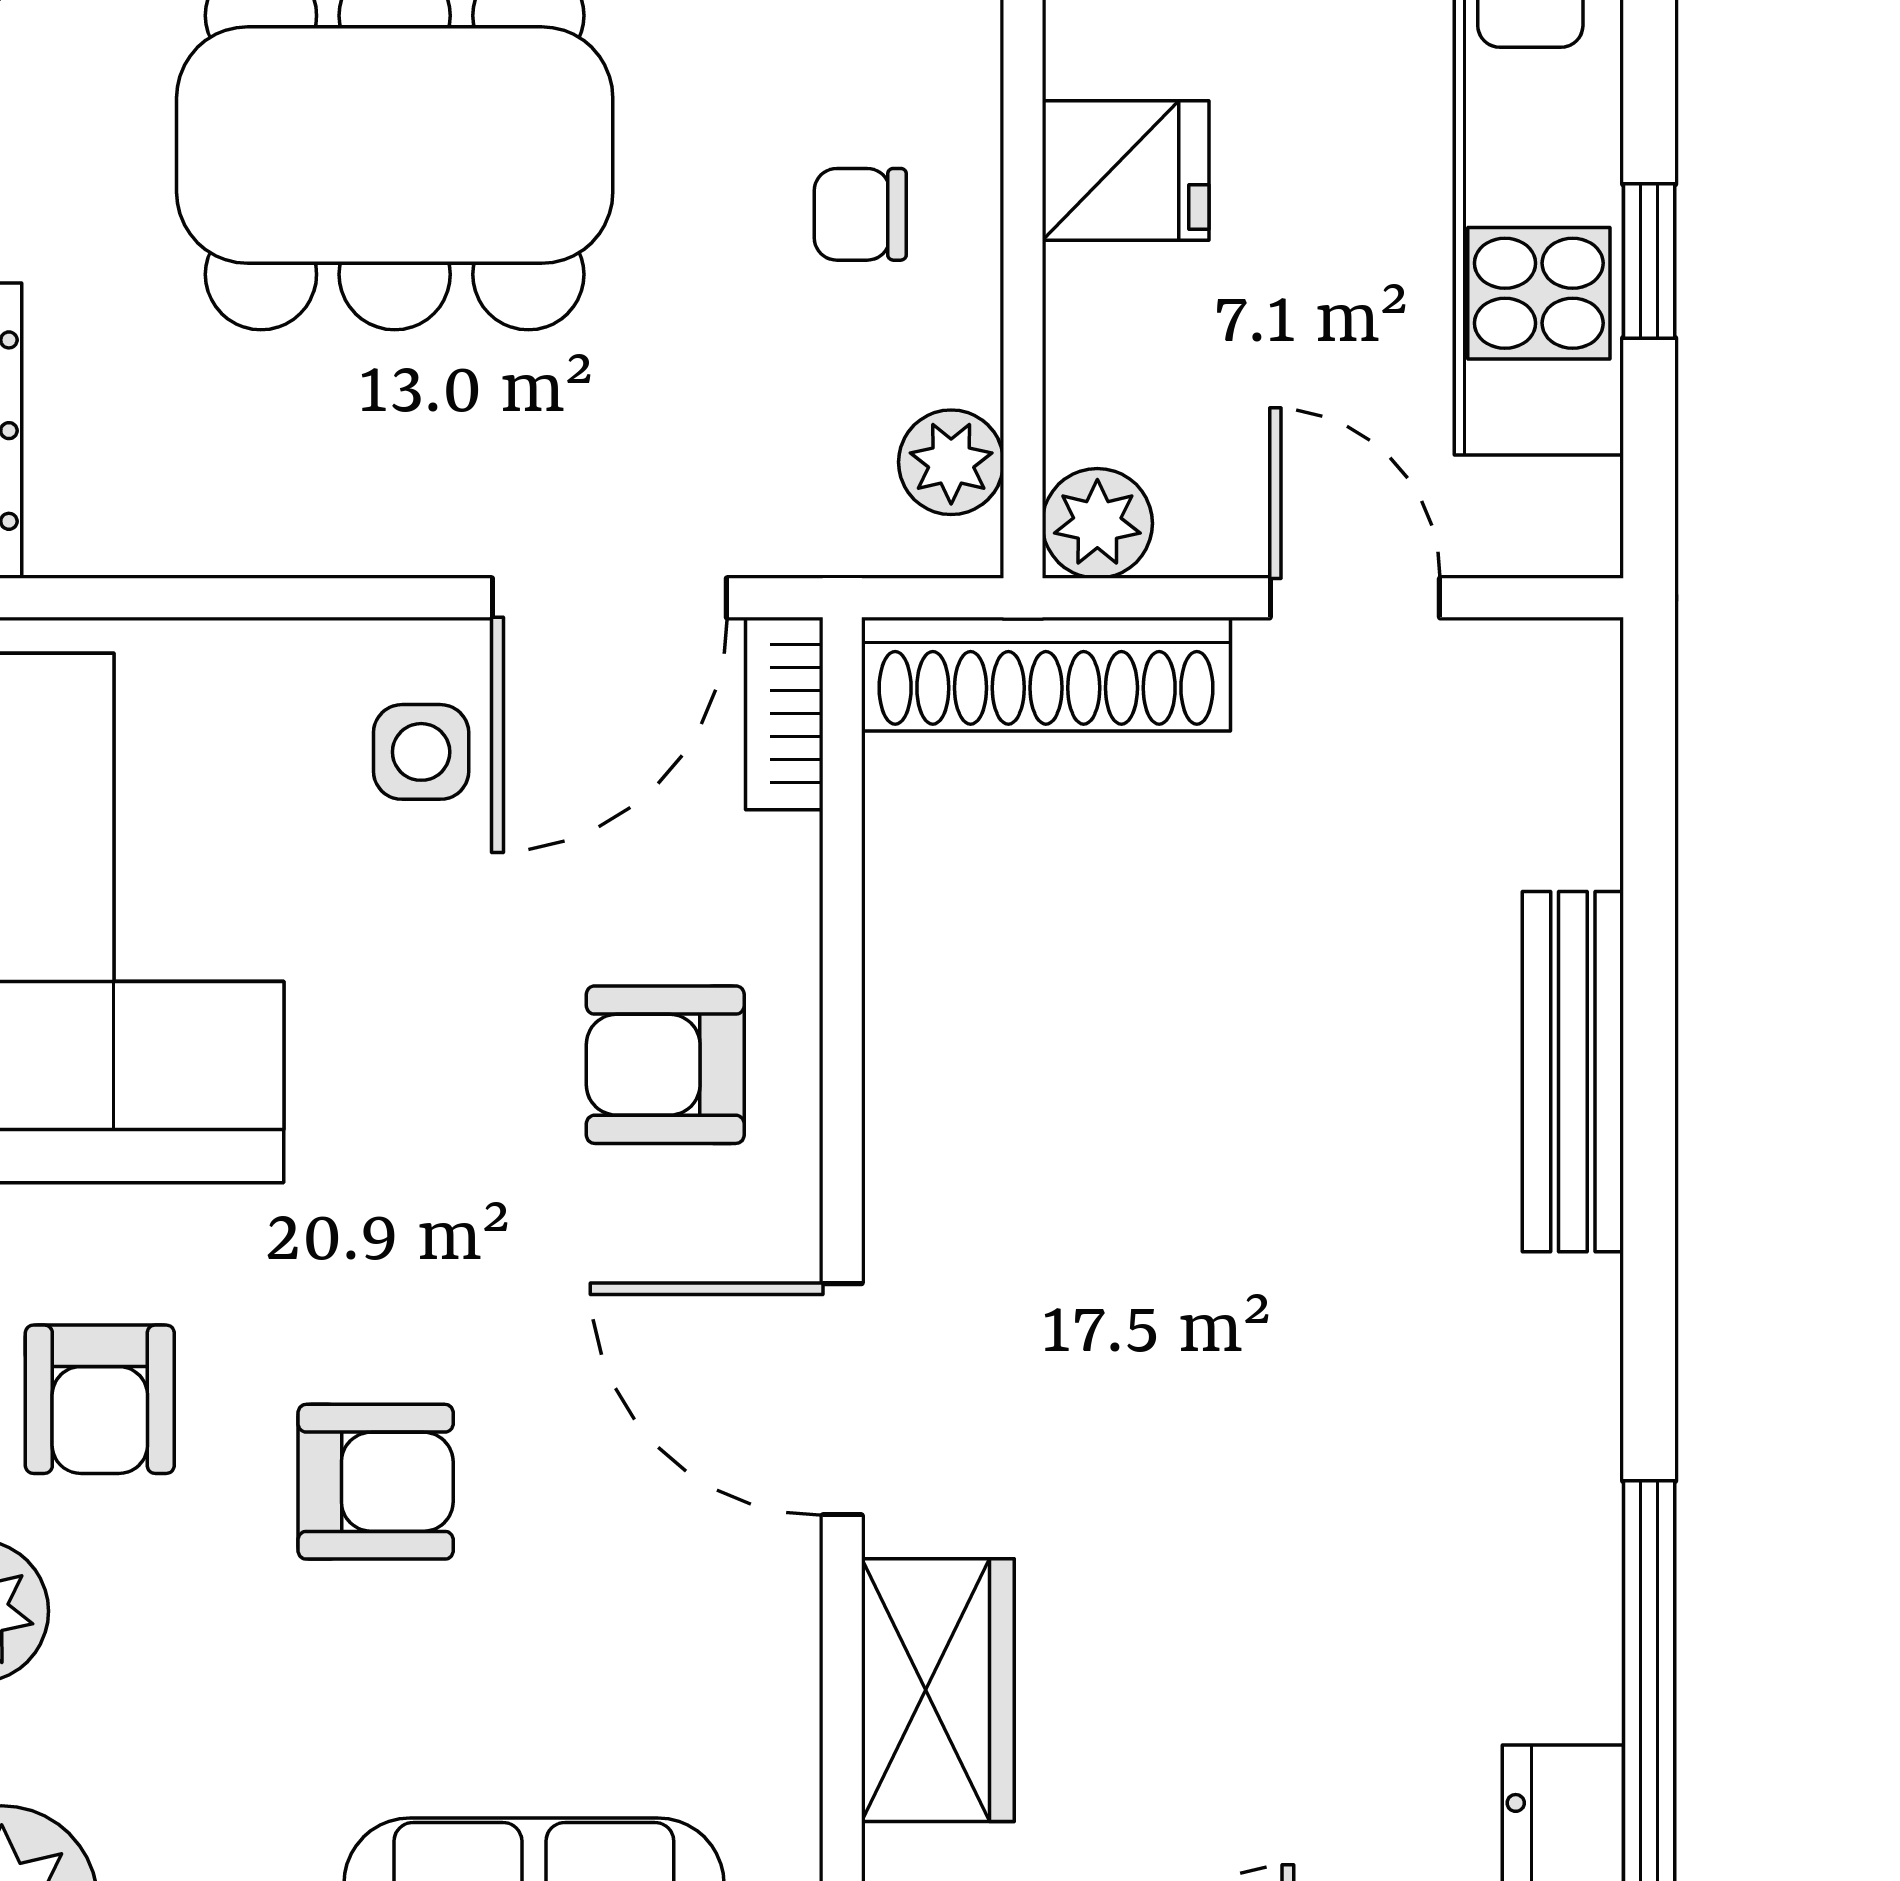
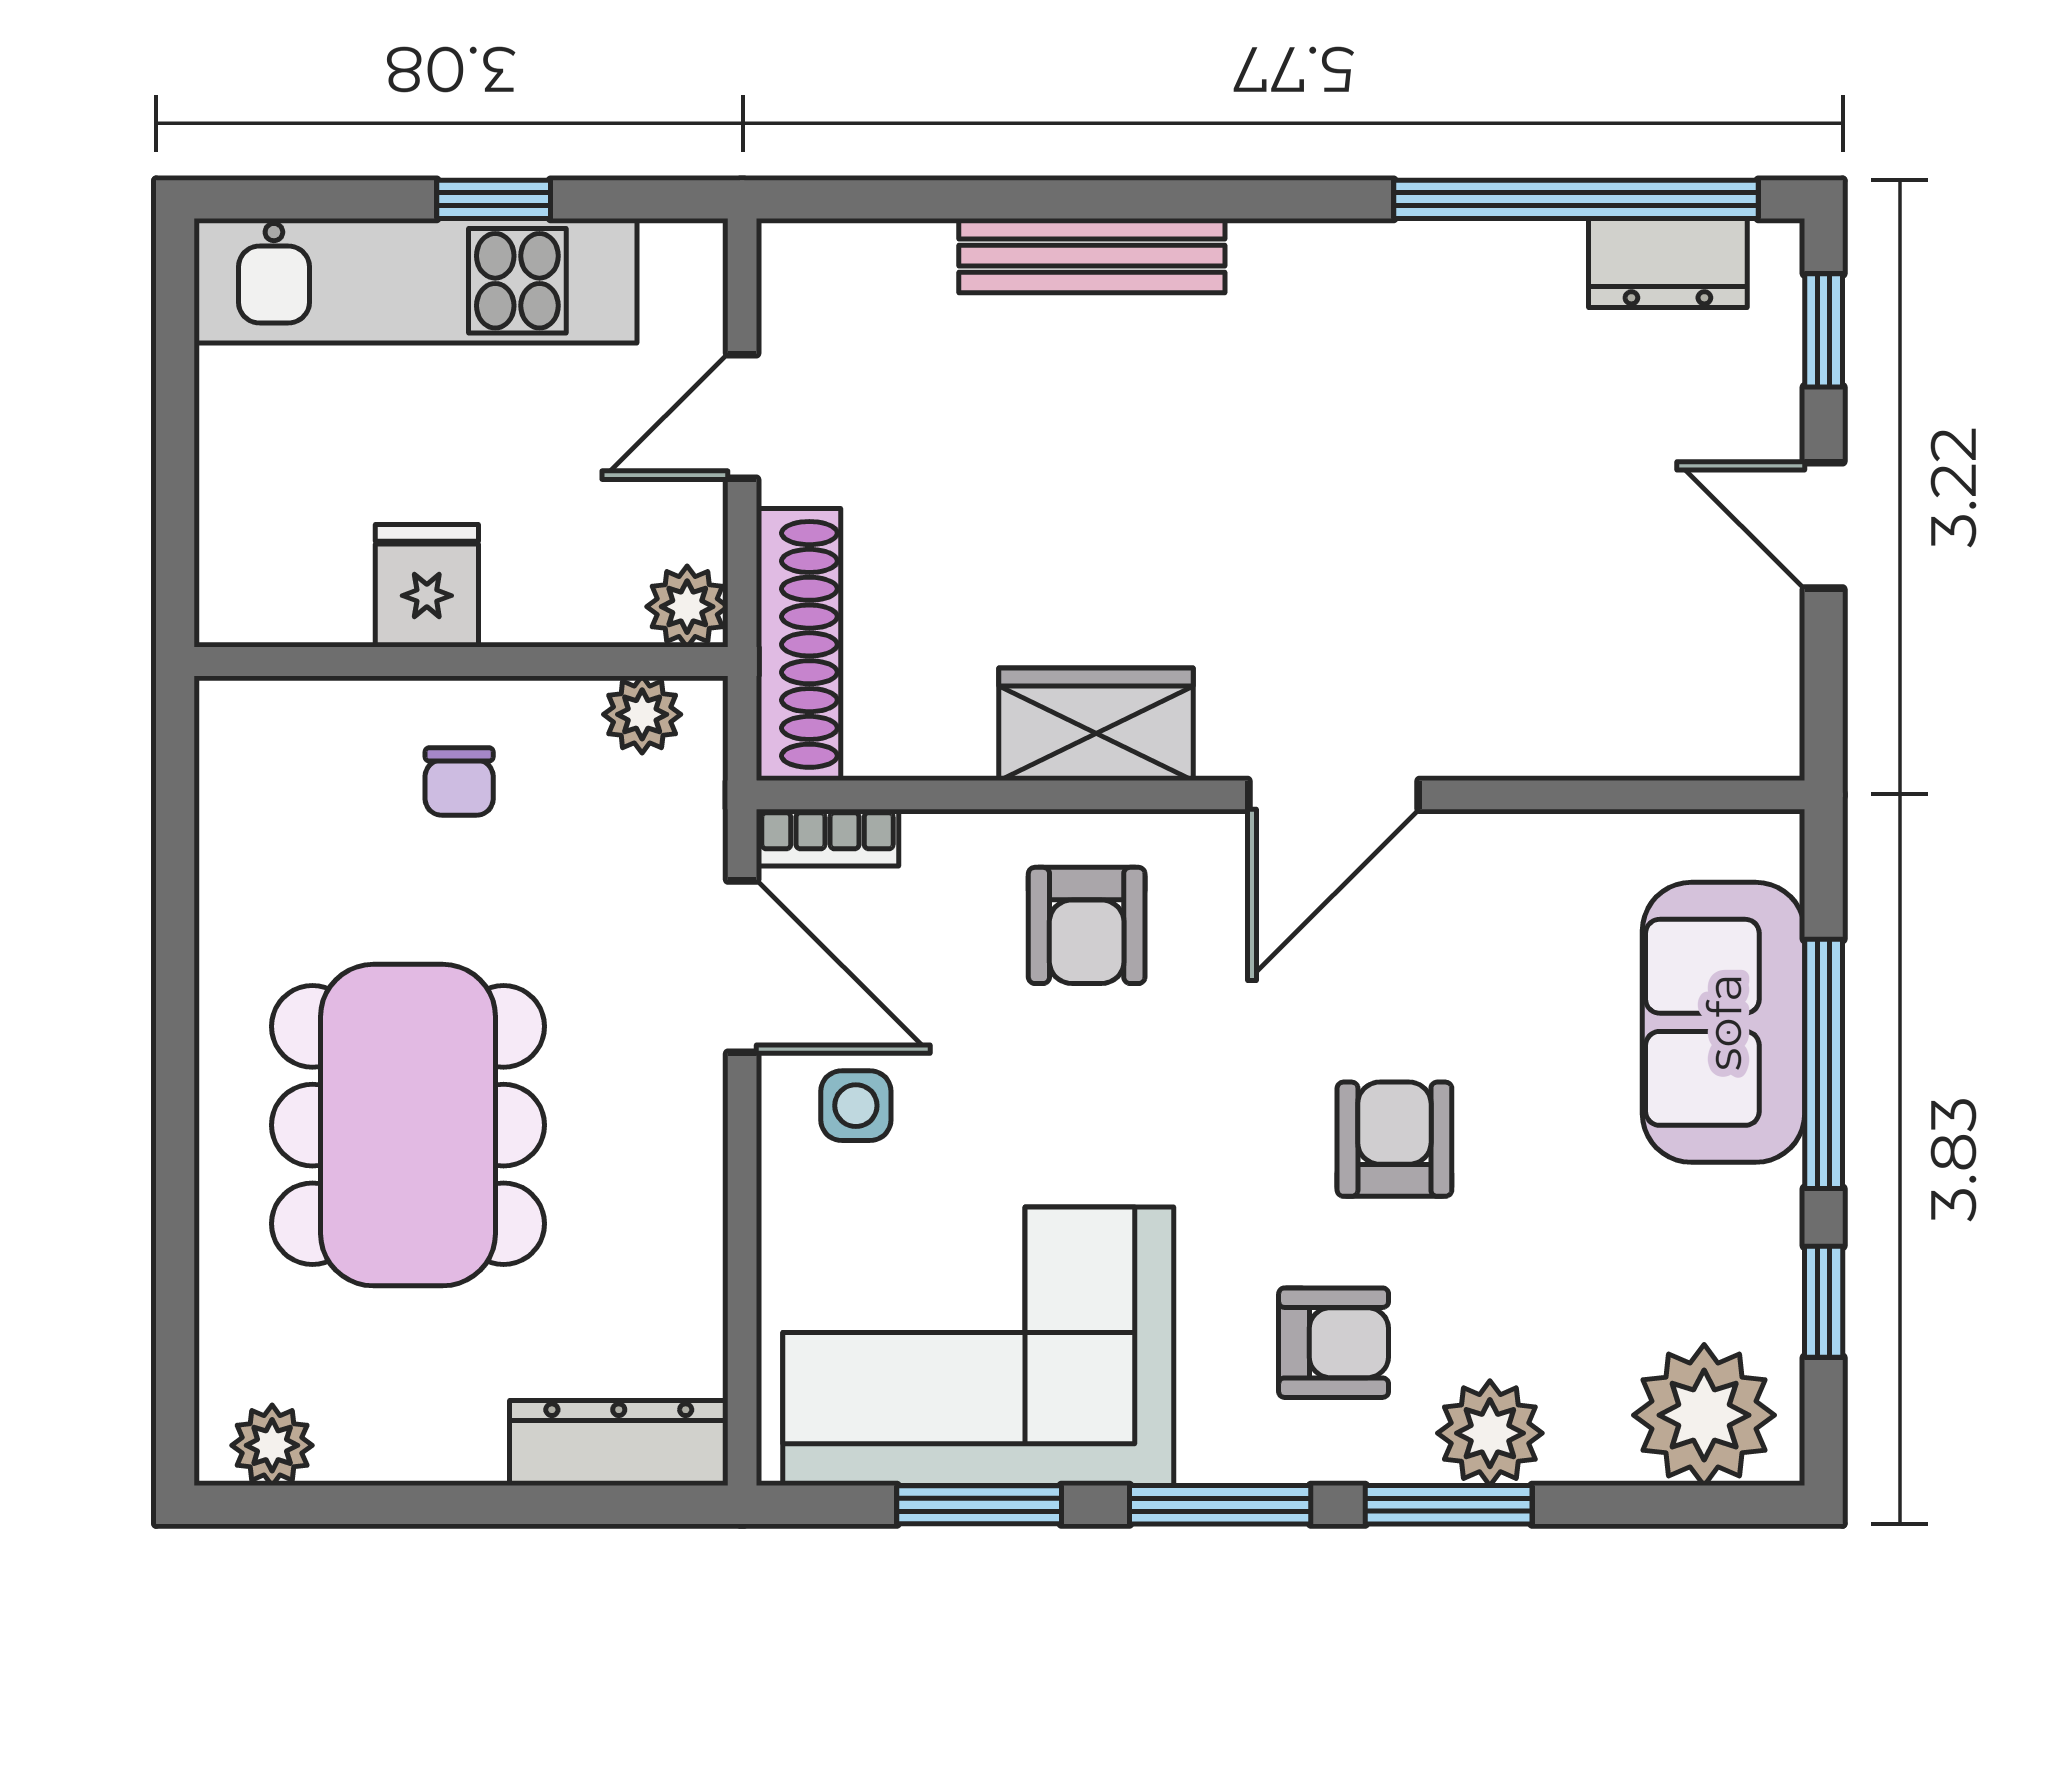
wardrobe: (938, 1690) -> (1096, 724), moved

